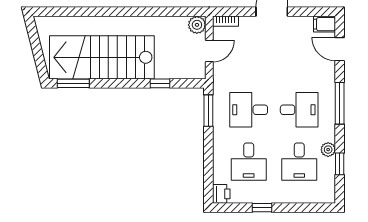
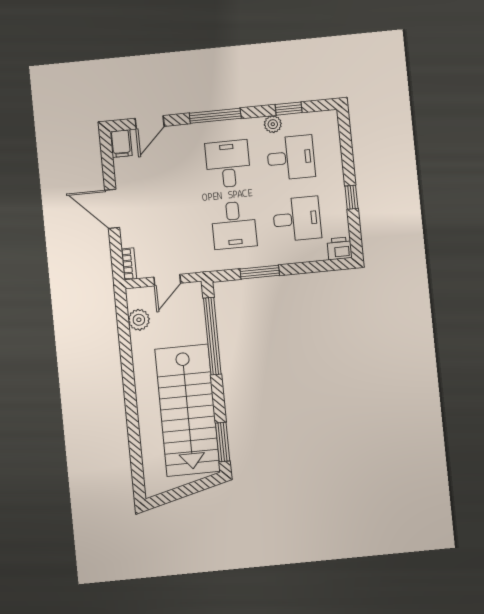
plant: (197, 25) -> (139, 320), moved
door: (209, 51) -> (167, 280), swing flipped
window: (160, 83) -> (212, 336), width x3.17
window: (208, 111) -> (260, 272), moved

